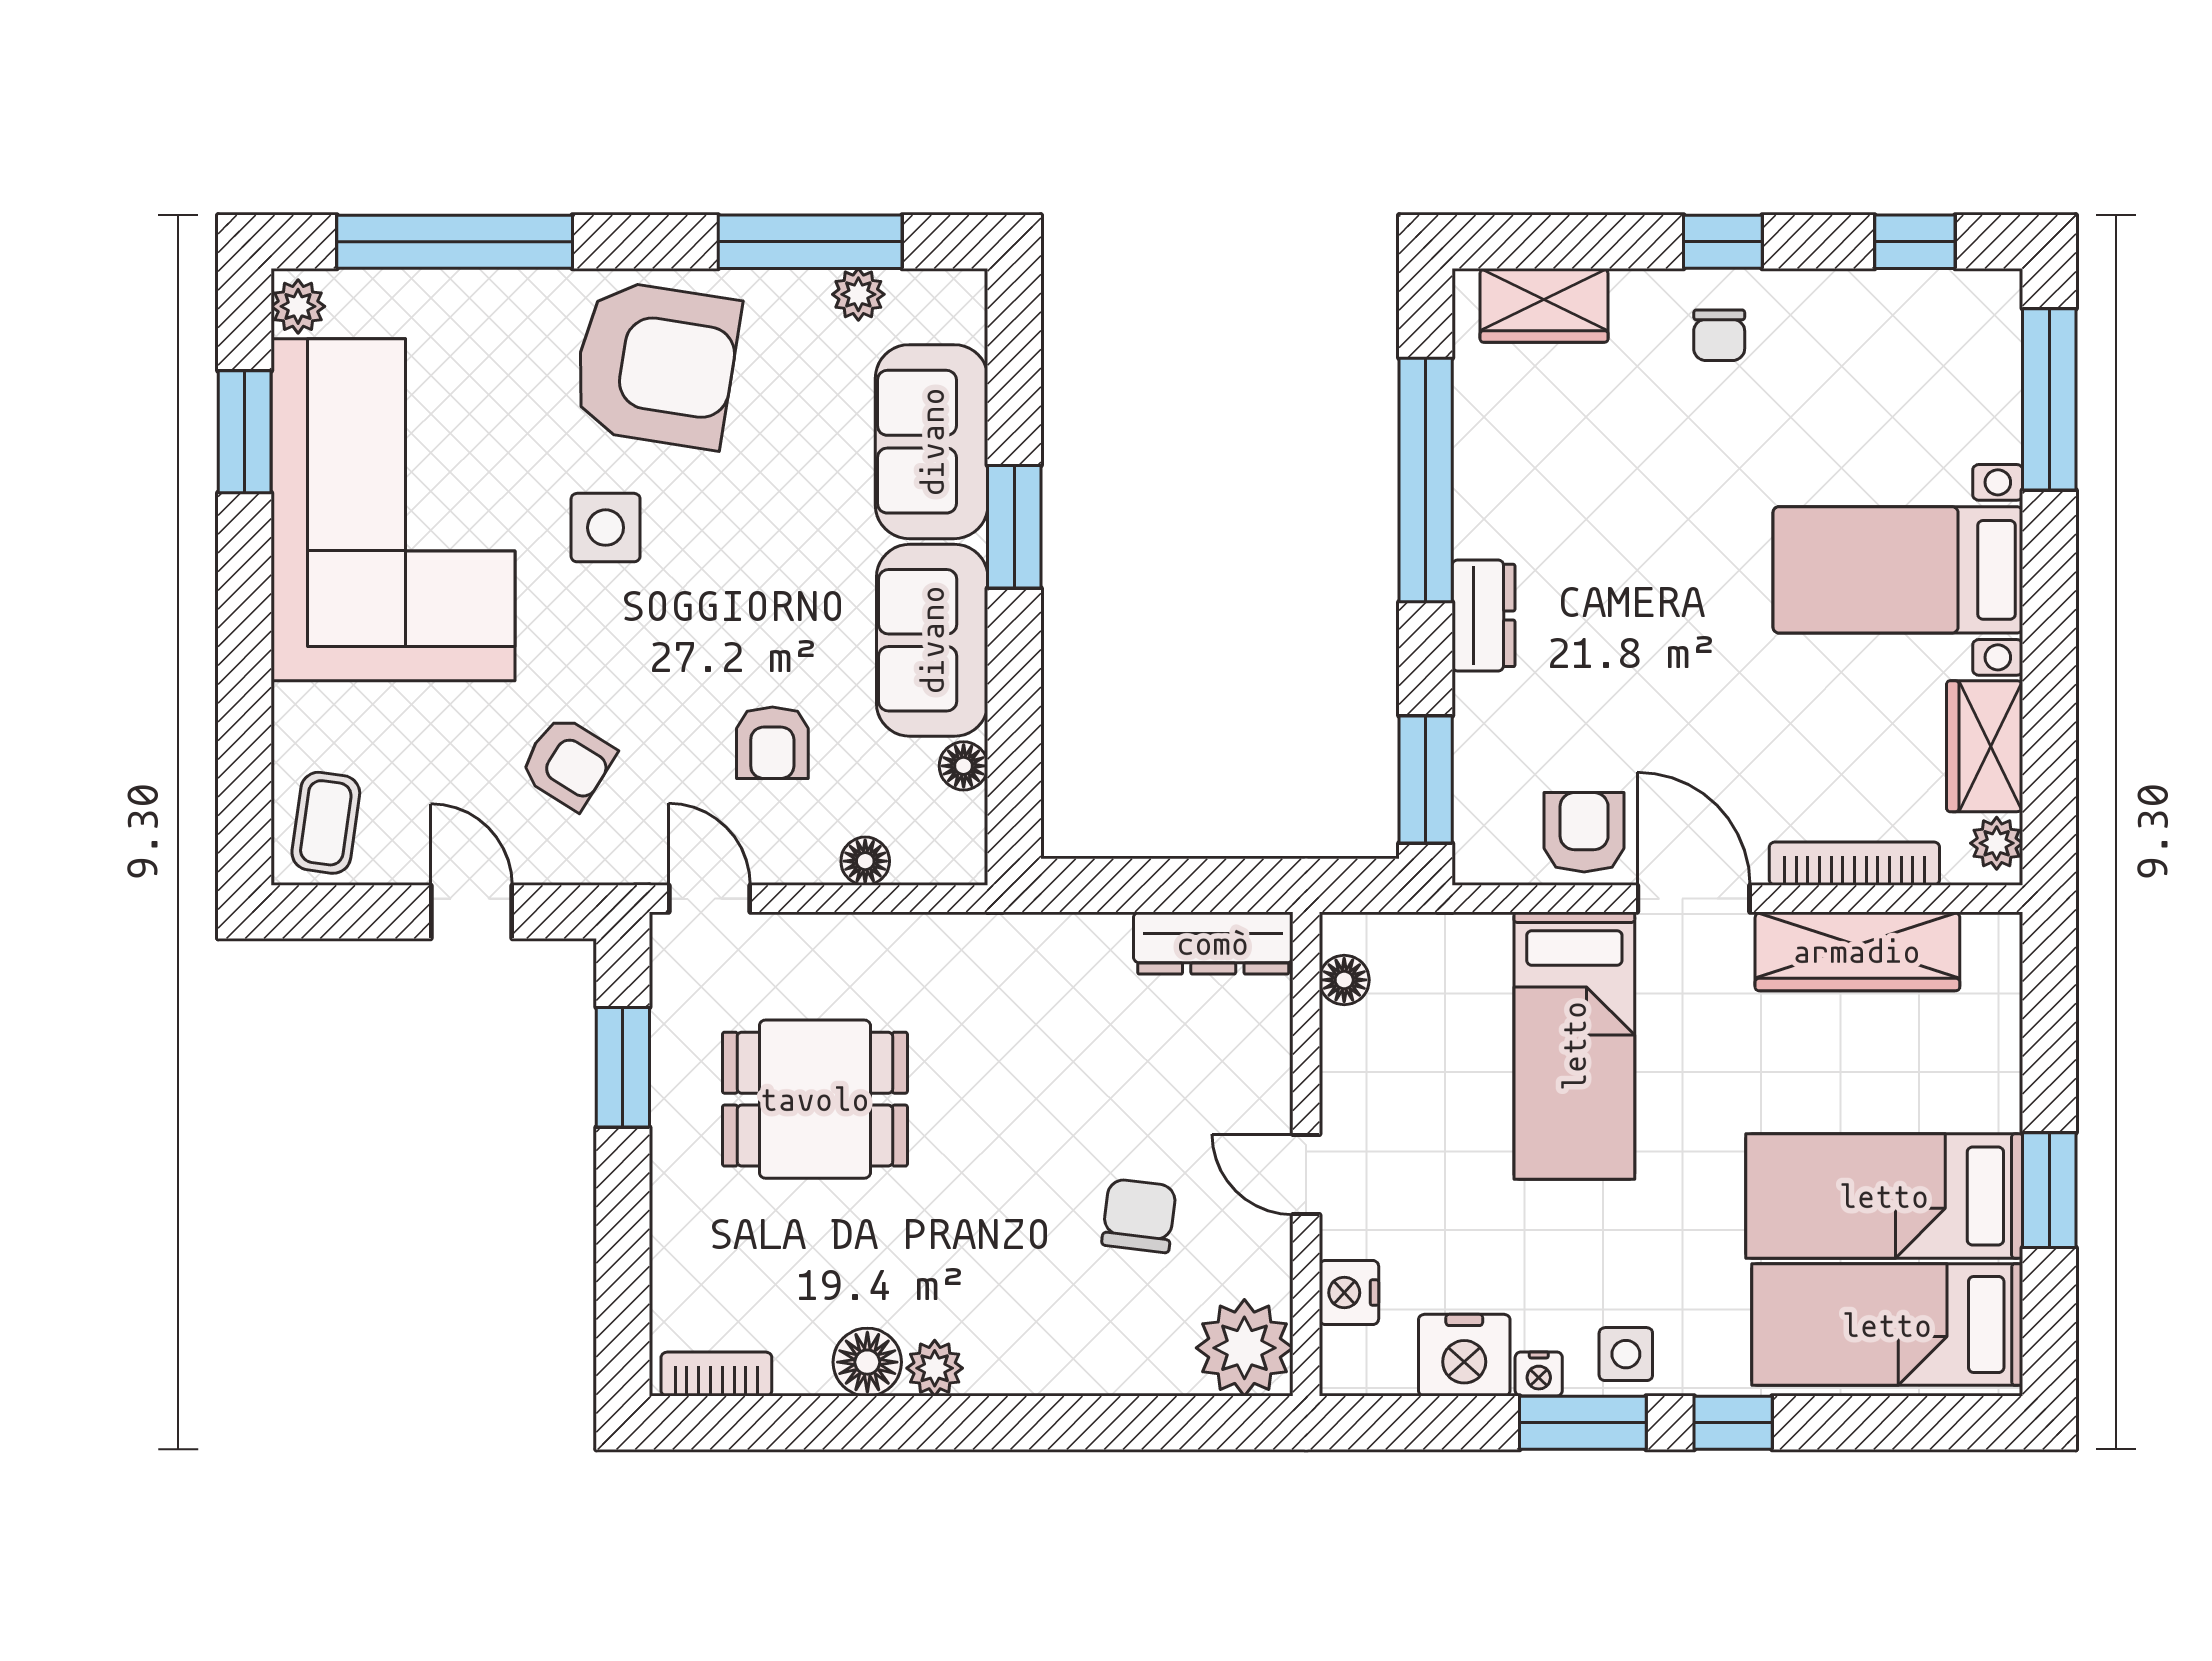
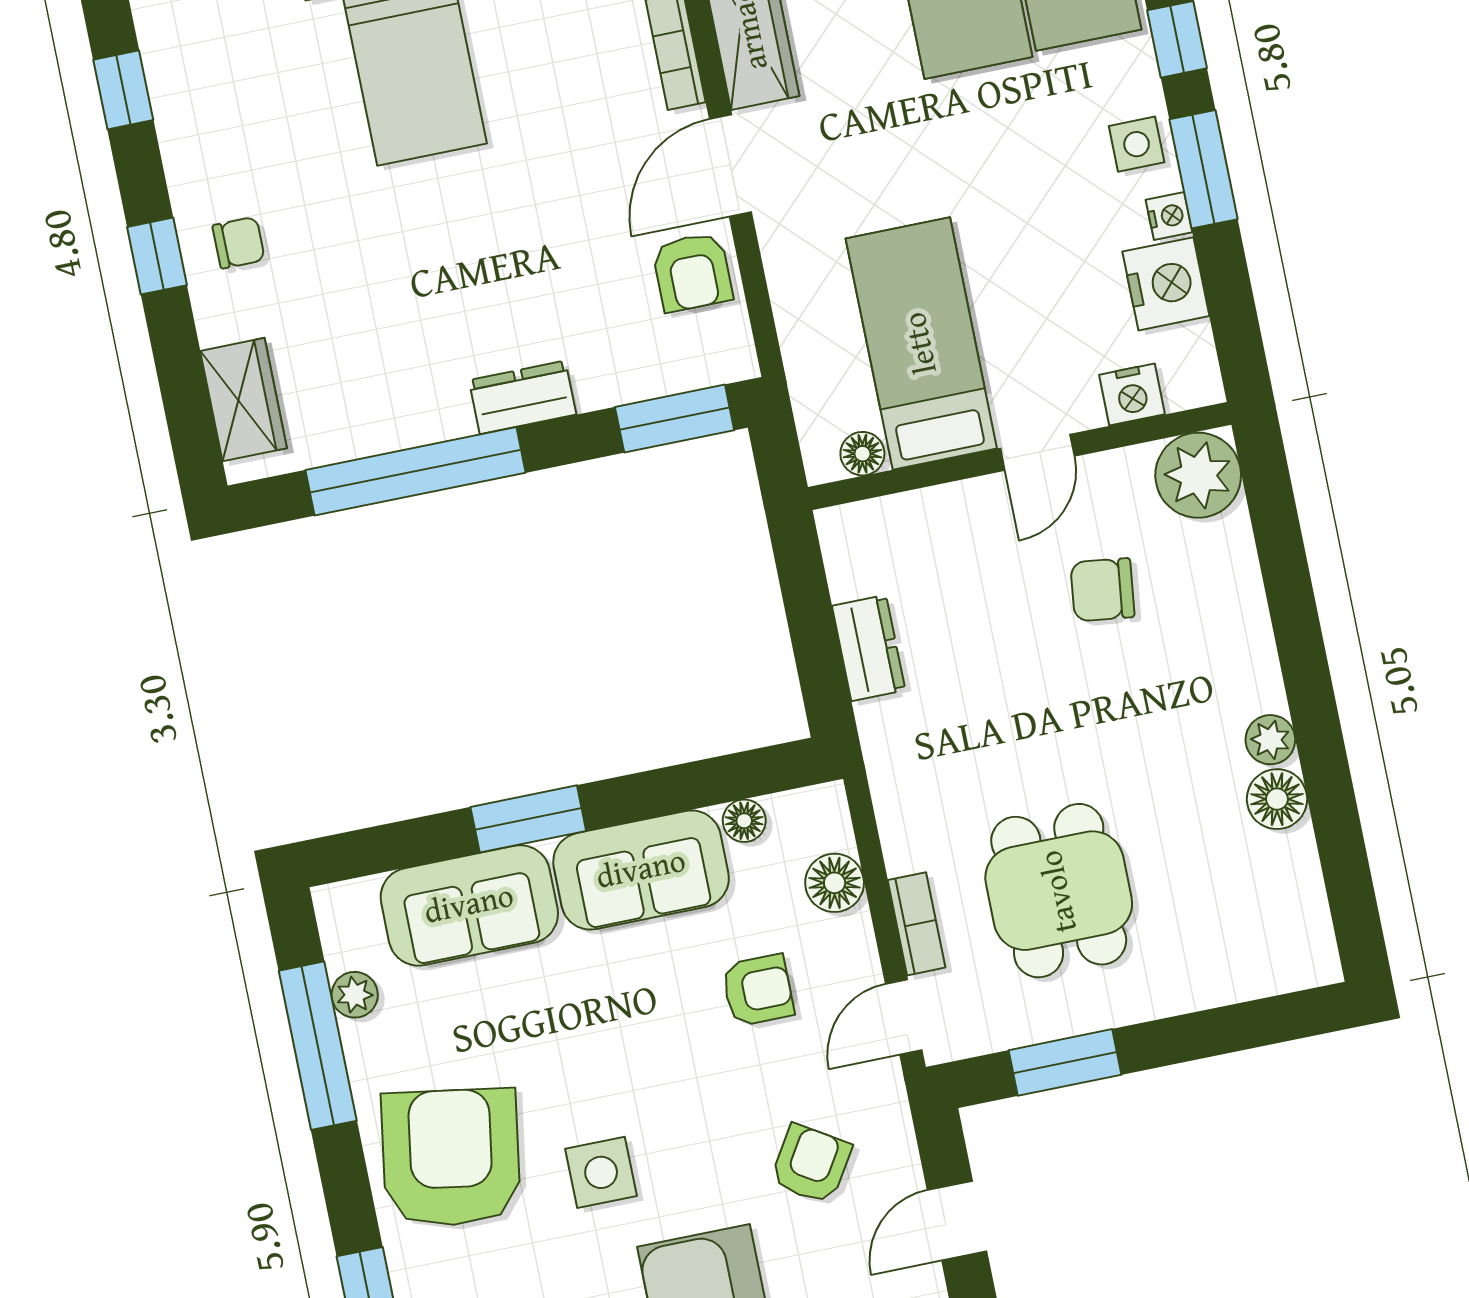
armchair: (1584, 832) -> (692, 272), turned -90
floor lamp: (865, 861) -> (835, 883), width x1.37, depth x1.37
dresser: (1213, 943) -> (869, 648), moved, width x0.70
bed: (1574, 1046) -> (921, 343), moved, turned -90
bookcase: (716, 1374) -> (917, 924), moved, turned 180

